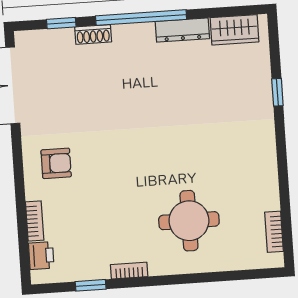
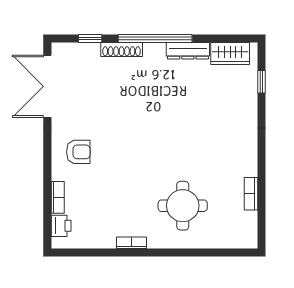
shoe rack: (93, 34) -> (122, 49), width x1.43
window: (277, 92) -> (261, 82), moved
bookcase: (274, 232) -> (251, 194), moved
window: (91, 285) -> (99, 253), removed

